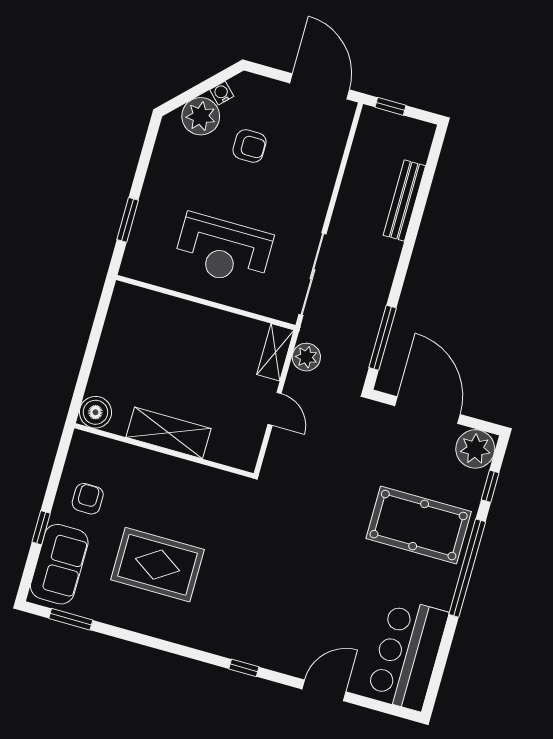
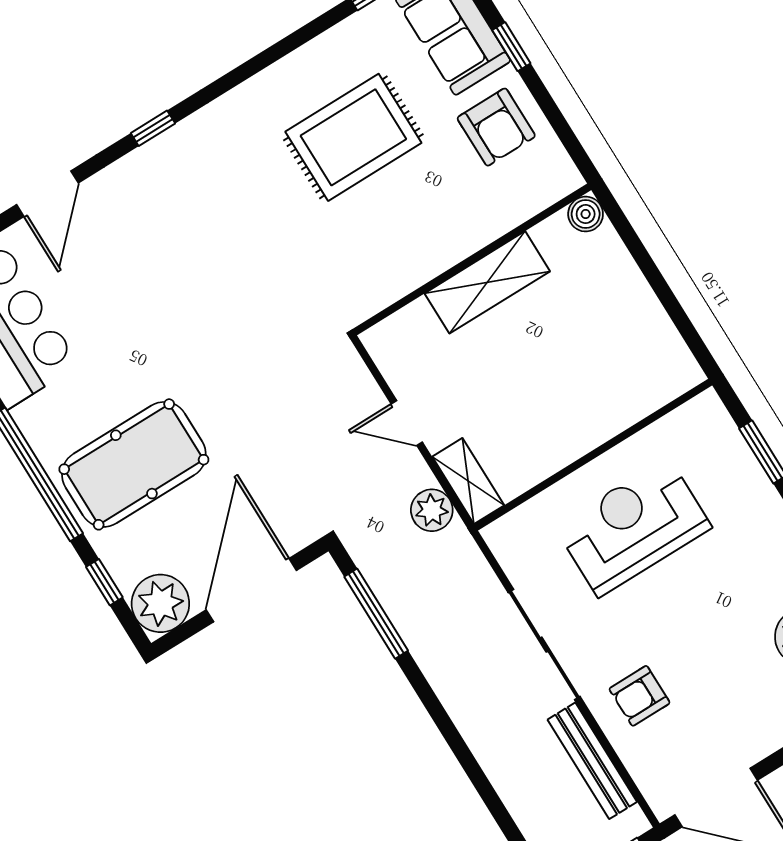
armchair: (250, 146) -> (640, 696), moved
bench: (404, 201) -> (592, 761), moved
sliding door: (312, 274) -> (544, 645), moved
door: (428, 410) -> (251, 590), swing flipped
boiler: (95, 412) -> (586, 214), width x0.73, depth x0.73
armchair: (88, 499) -> (496, 127), width x1.38, depth x1.38

